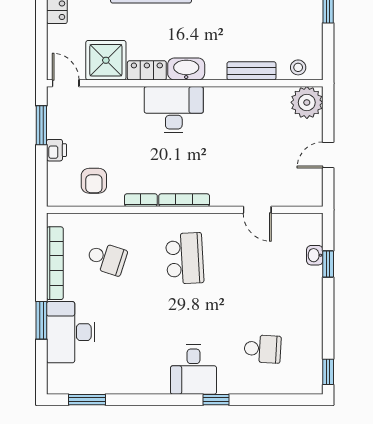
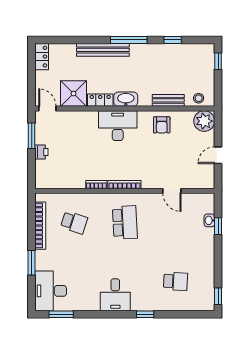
armchair: (94, 181) -> (162, 125), moved
desk: (71, 332) -> (51, 291), moved
desk: (193, 370) -> (115, 295), moved

